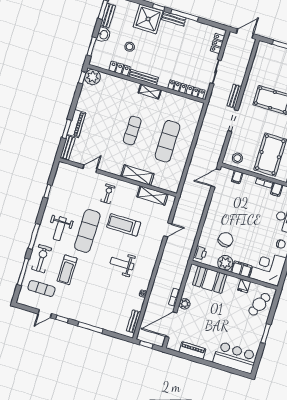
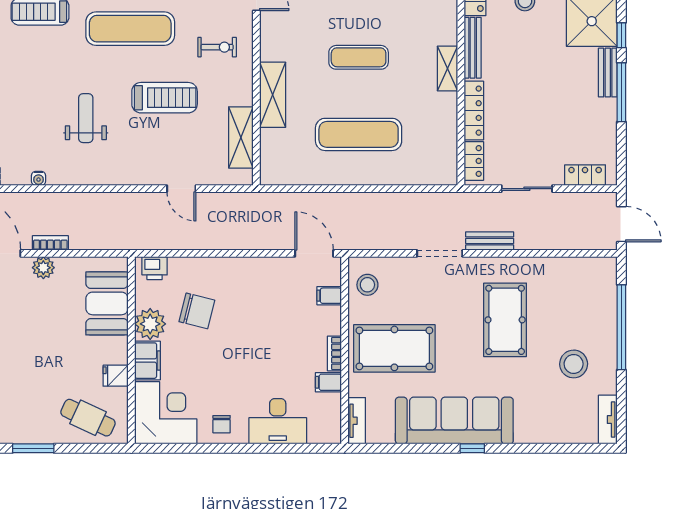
locker: (177, 87) -> (474, 111), width x1.53
treadmill: (124, 225) -> (165, 98), turned 90

